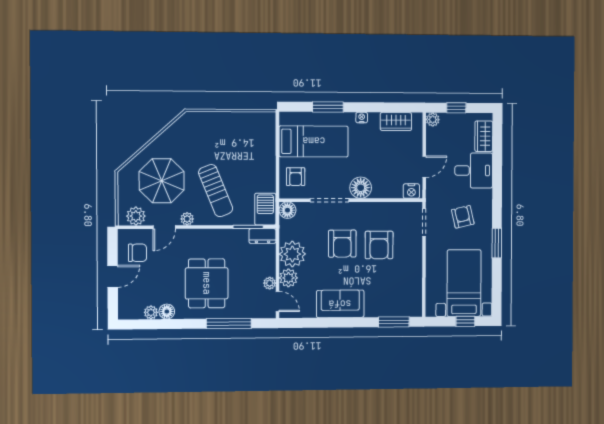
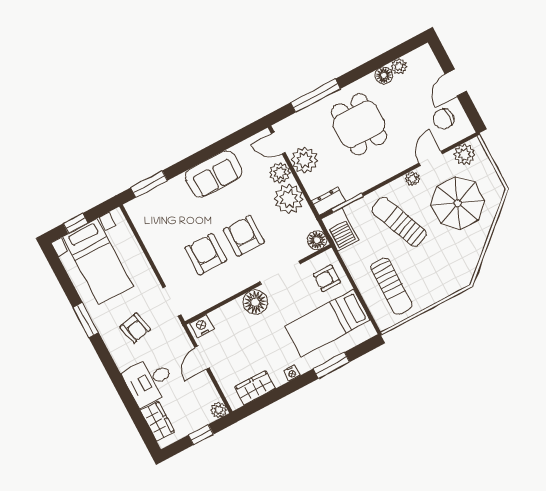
sun lounger: (248, 144) -> (391, 286), added
armchair: (296, 177) -> (327, 278), turned -90
plant: (270, 283) -> (304, 160), width x1.88, depth x1.88

